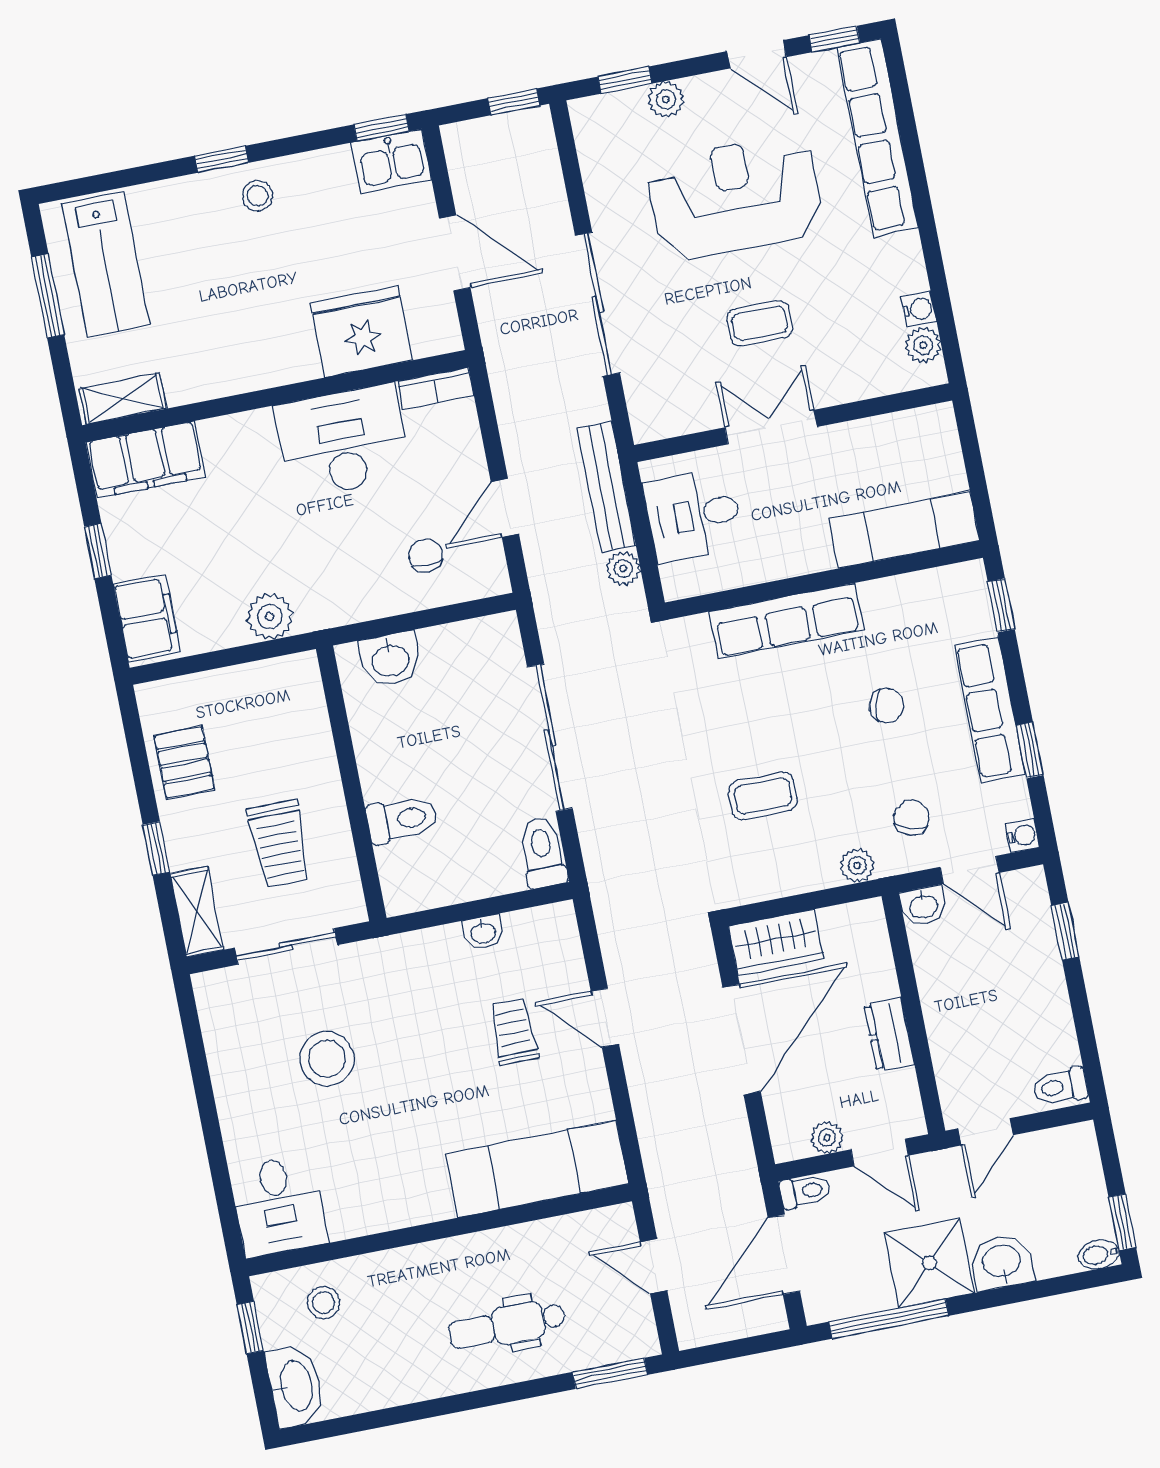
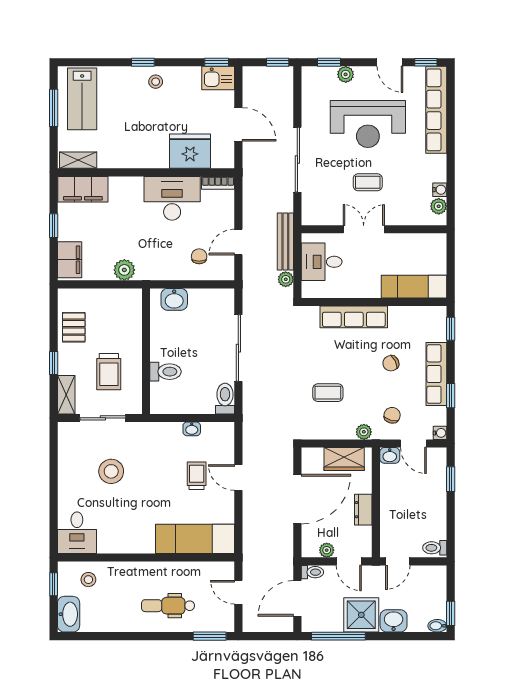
reception desk: (735, 197) -> (368, 124), turned 180
chair: (887, 706) -> (391, 363), turned 137
wardrobe: (776, 943) -> (344, 459), moved

